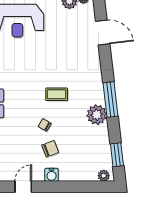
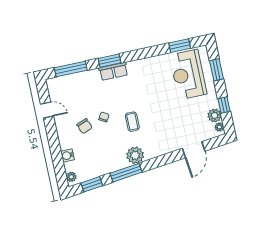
window: (110, 99) -> (126, 173), moved
plant: (97, 115) -> (135, 155), moved
water cooler: (52, 175) -> (67, 155), moved

